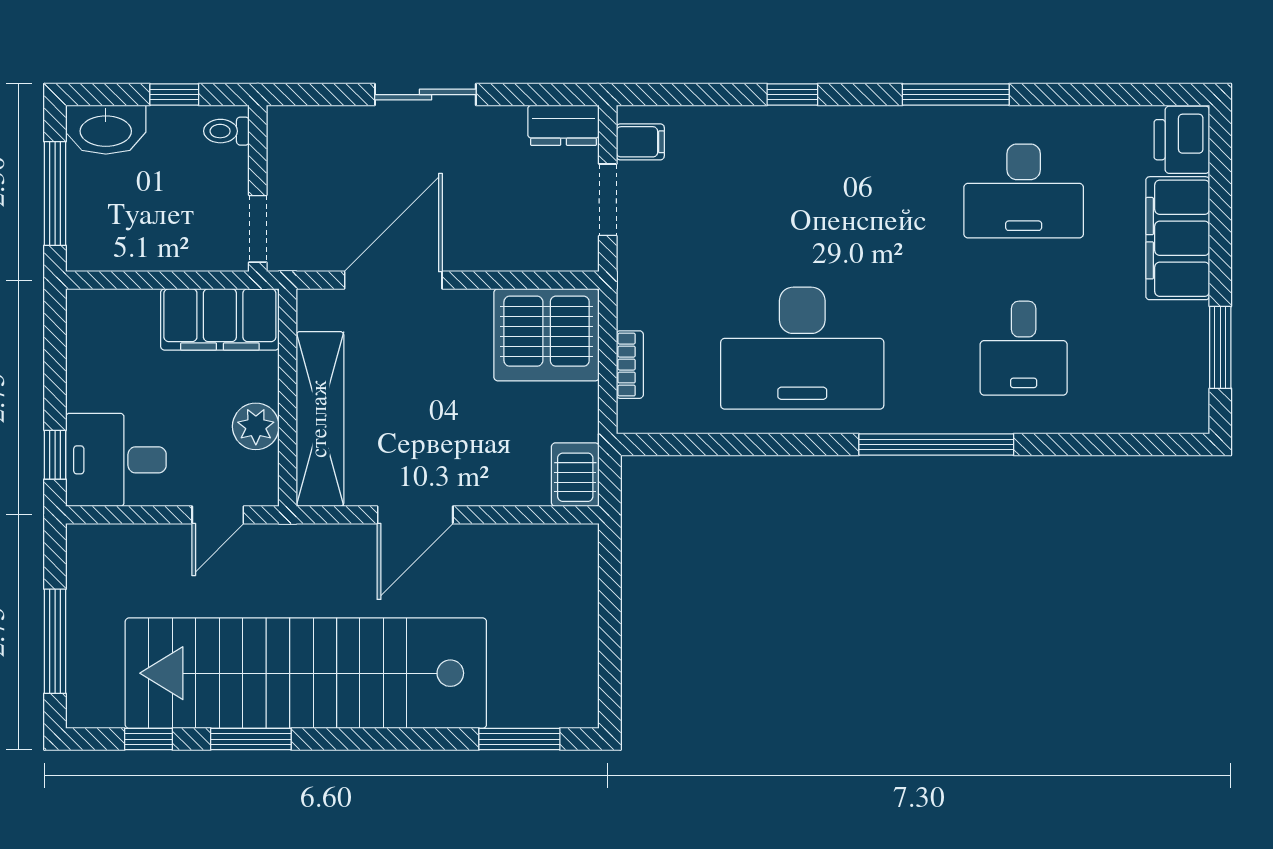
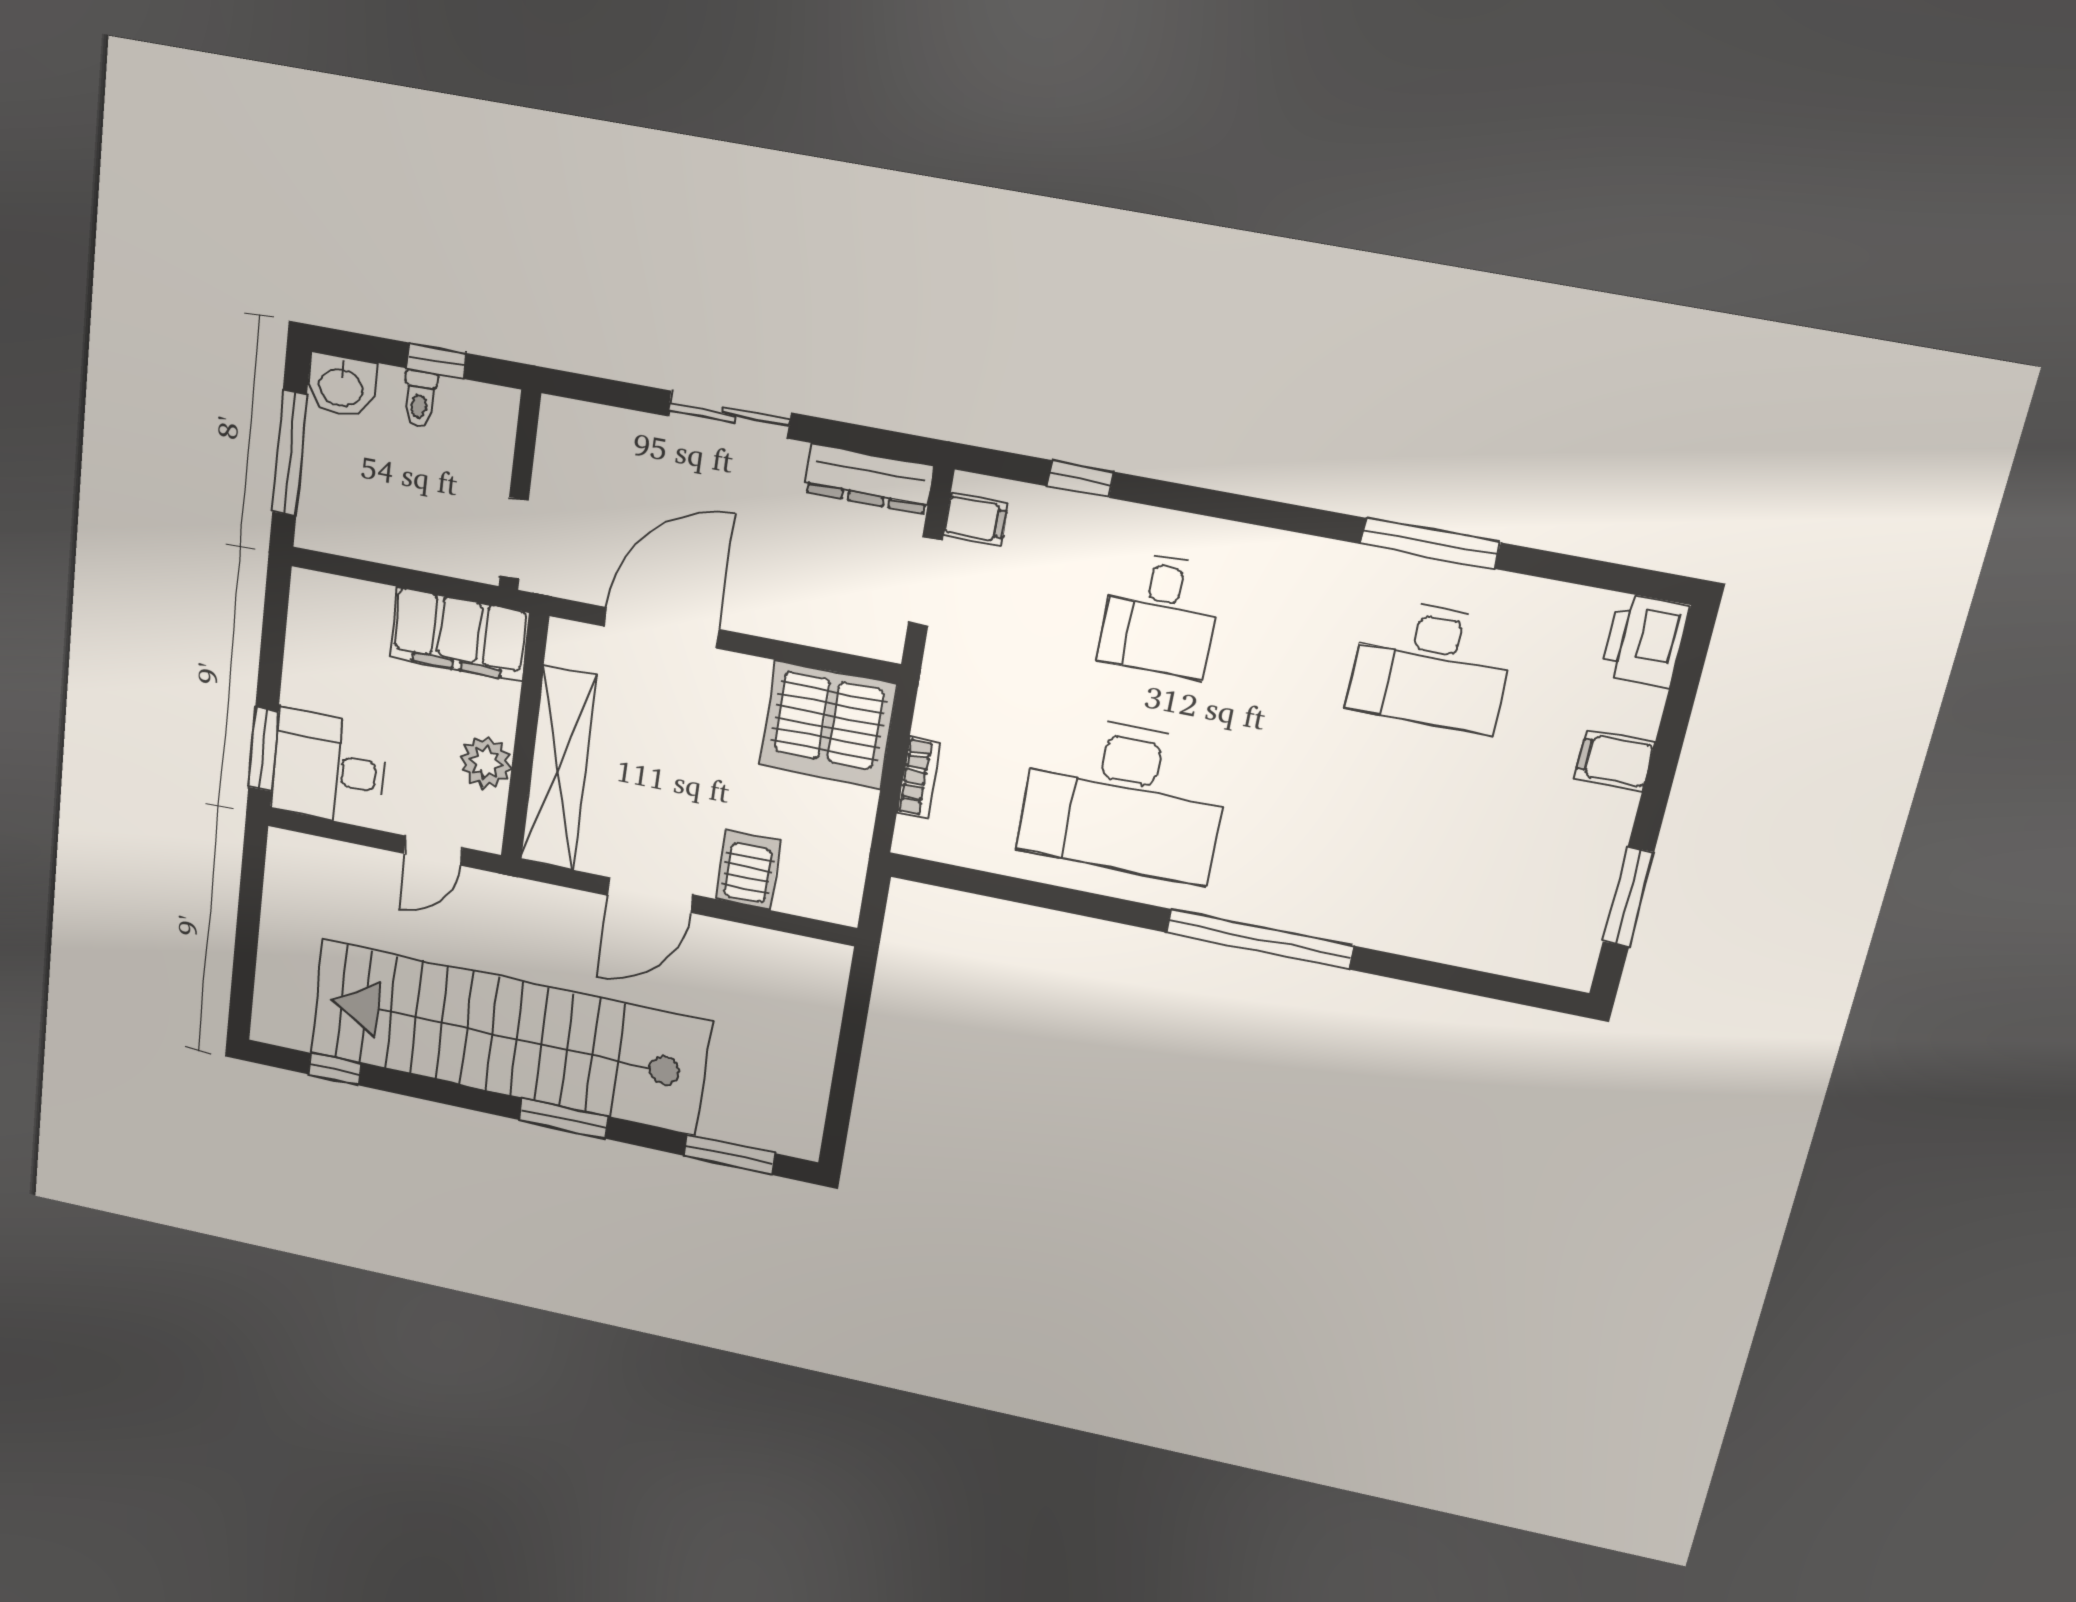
window: (792, 95) -> (1080, 479), moved
window: (956, 95) -> (1430, 543), moved
dresser: (563, 125) -> (869, 479), width x1.44
washbasin: (106, 130) -> (341, 386), width x0.72
toilet: (226, 131) -> (420, 399), moved, turned -90
filing cabinet: (1178, 238) -> (1614, 760), width x0.33, depth x0.86
desk: (1024, 348) -> (1160, 615), moved
window: (55, 455) -> (263, 749), width x1.50
server rack: (575, 475) -> (748, 870), moved
window: (55, 641) -> (246, 948), removed
window: (251, 739) -> (564, 1119), moved

